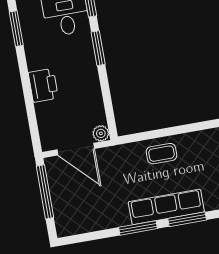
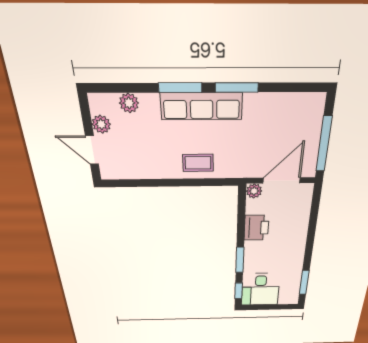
printer: (43, 85) -> (256, 228), moved, turned 180
door: (76, 149) -> (282, 180), hinge flipped

